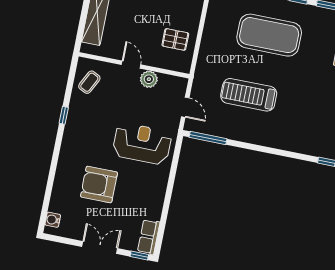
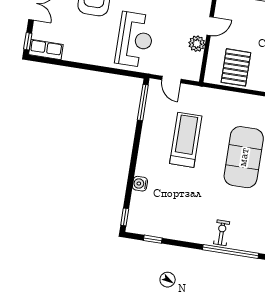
pallet: (175, 39) -> (236, 67), width x1.50, depth x1.42
door: (185, 107) -> (171, 79), hinge flipped
water cooler: (293, 144) -> (140, 184), added

